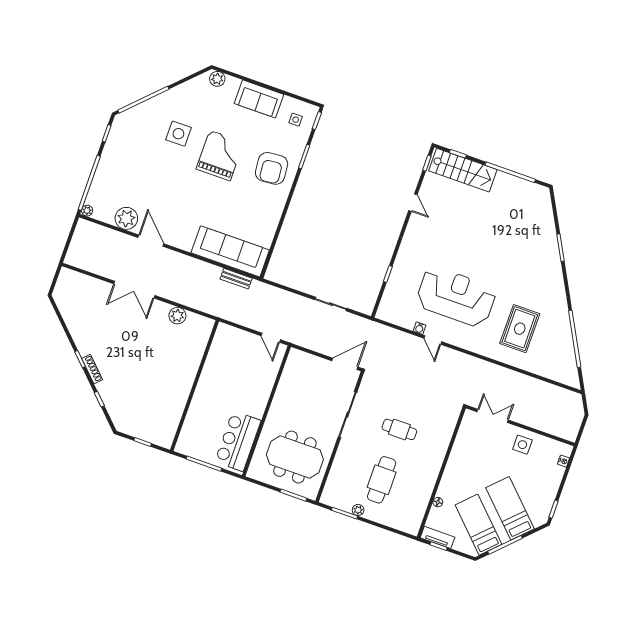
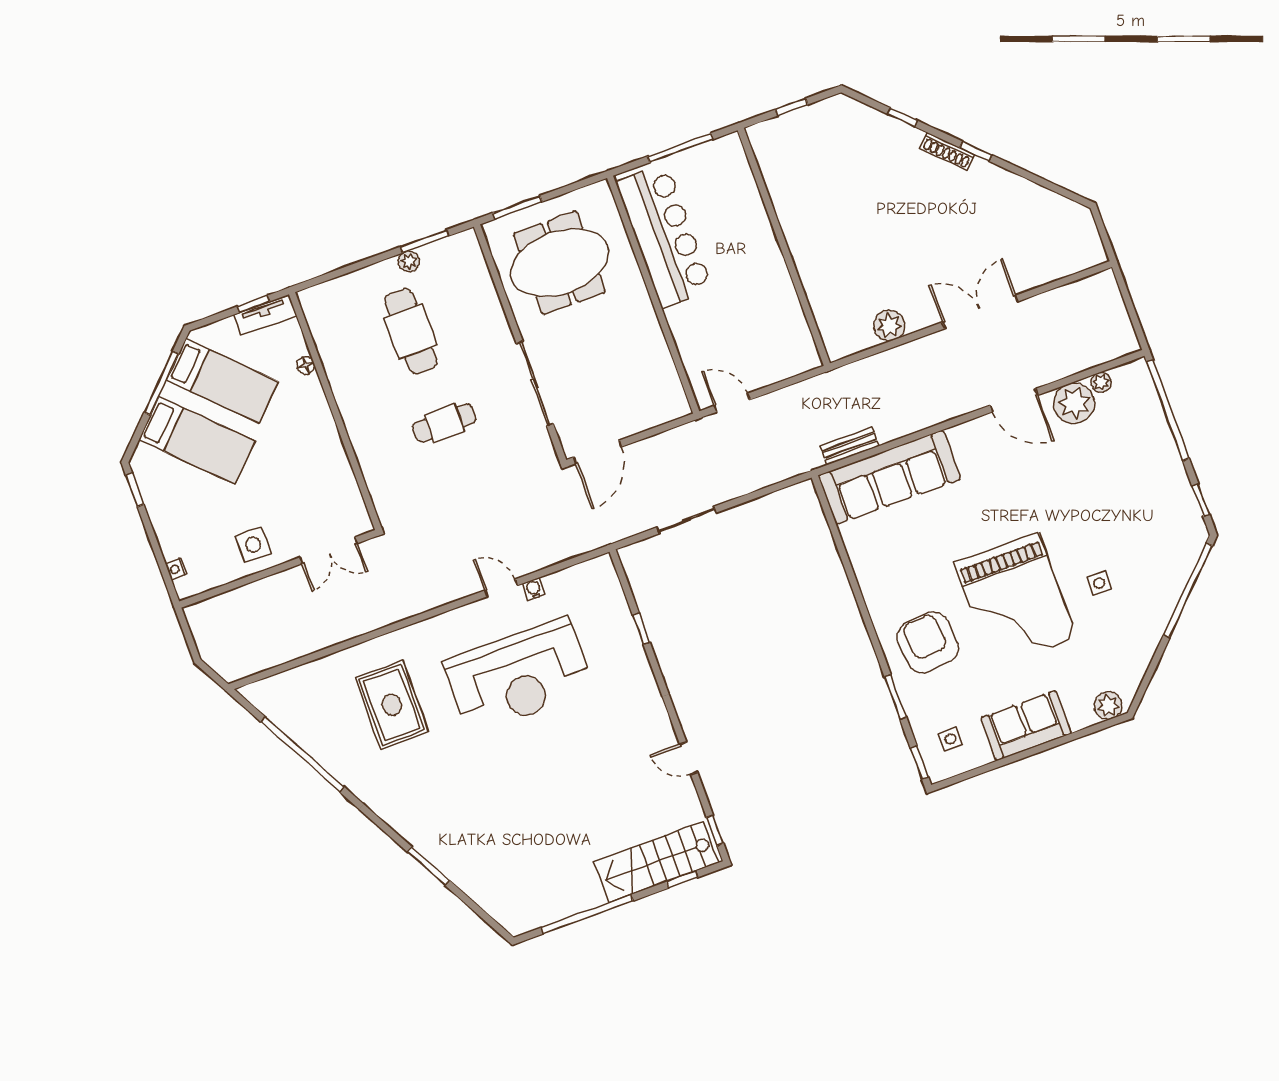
side table: (178, 134) -> (1099, 583), width x0.54, depth x0.54
grand piano: (220, 155) -> (1015, 601), width x1.37, depth x1.48
plant: (87, 211) -> (1101, 382), moved
bar counter: (238, 441) -> (664, 236), width x1.36

